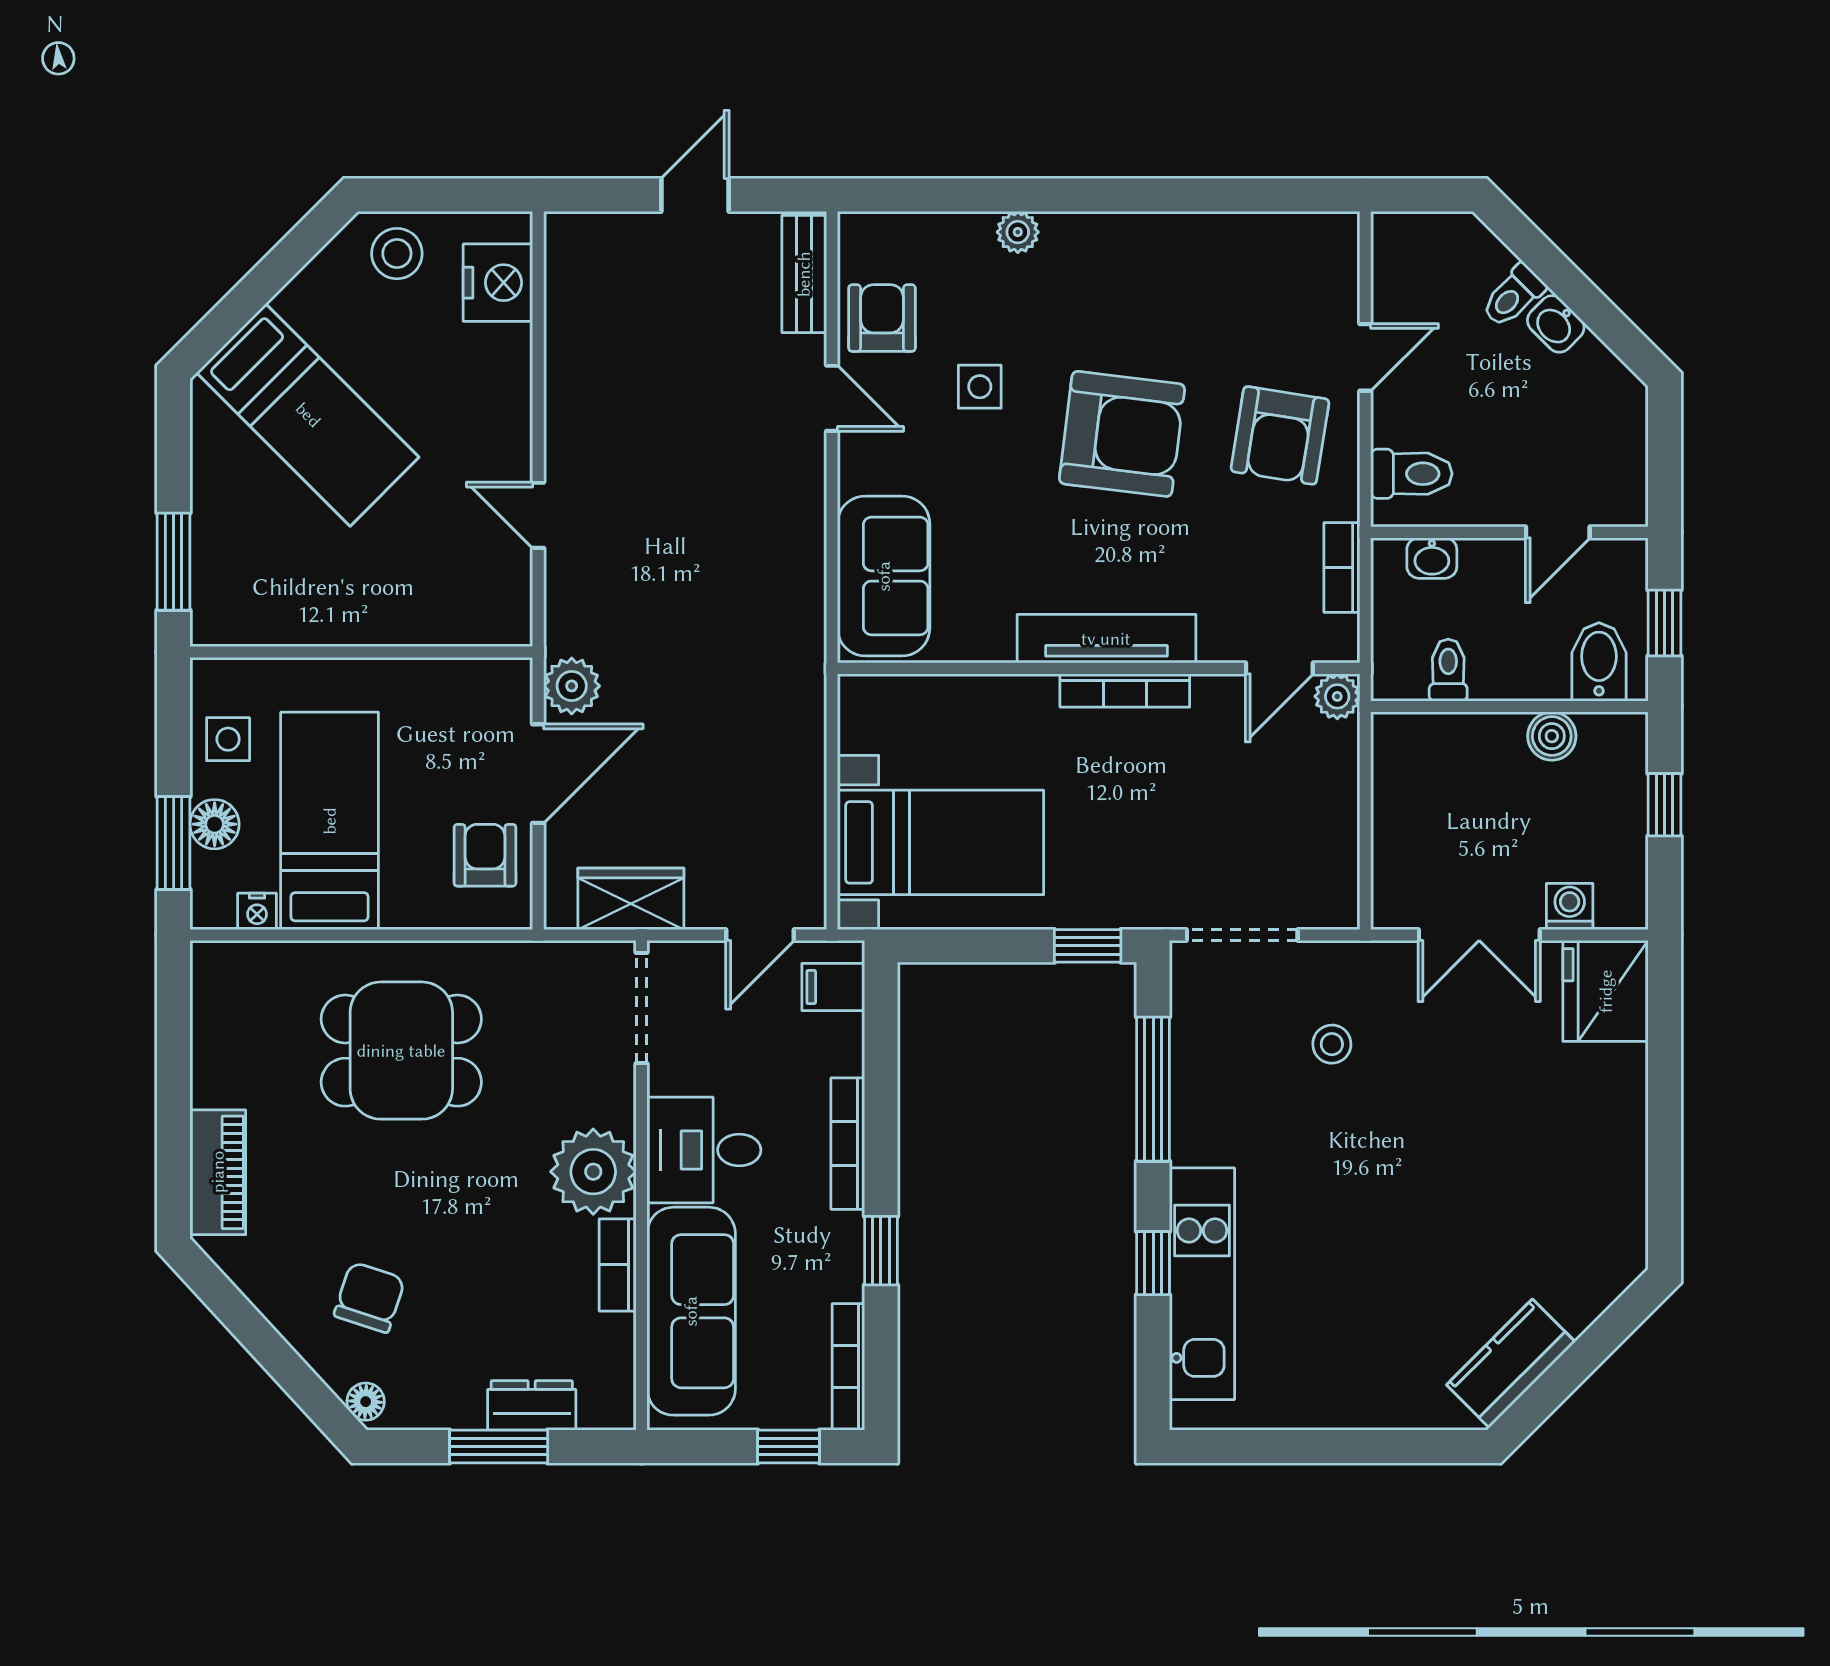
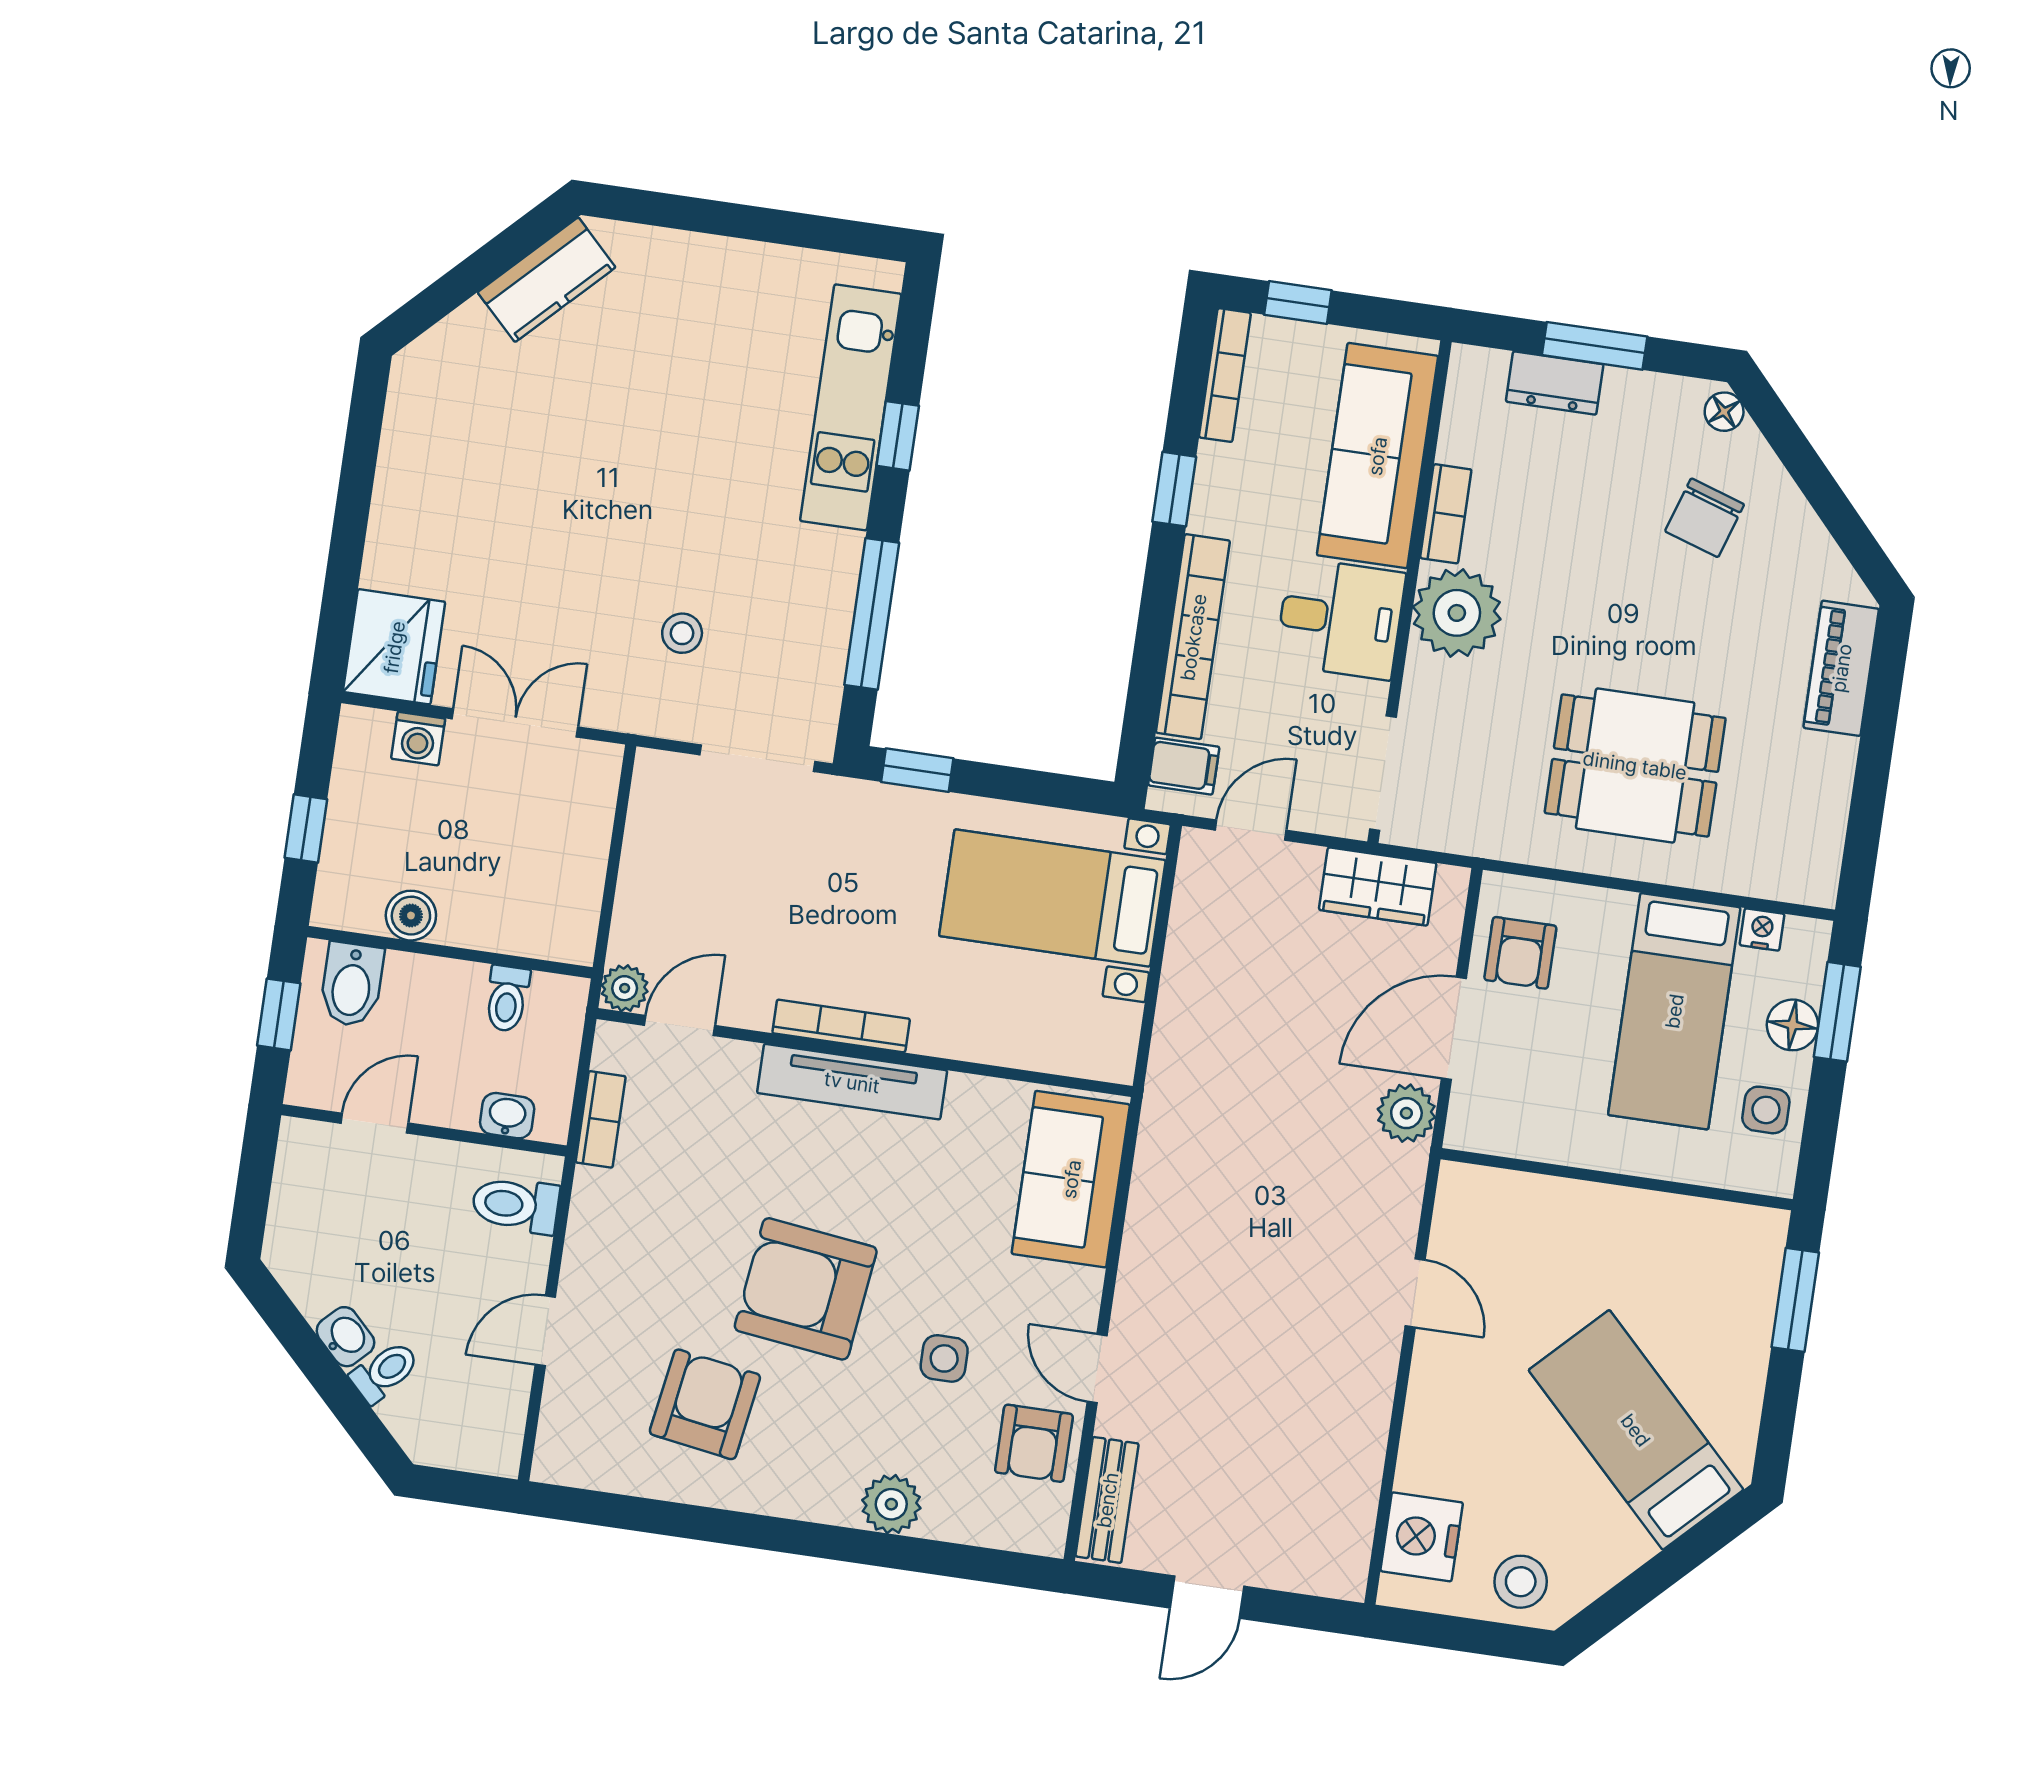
plant: (1018, 232) -> (891, 1504), width x1.38, depth x1.38
armchair: (1280, 435) -> (705, 1404), moved
bookcase: (848, 1144) -> (1193, 637), width x1.48, depth x1.31

